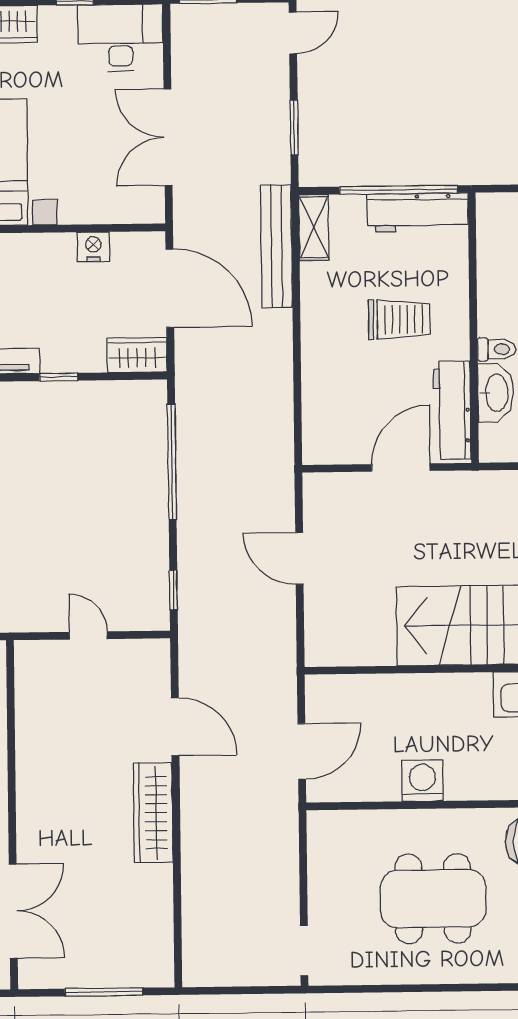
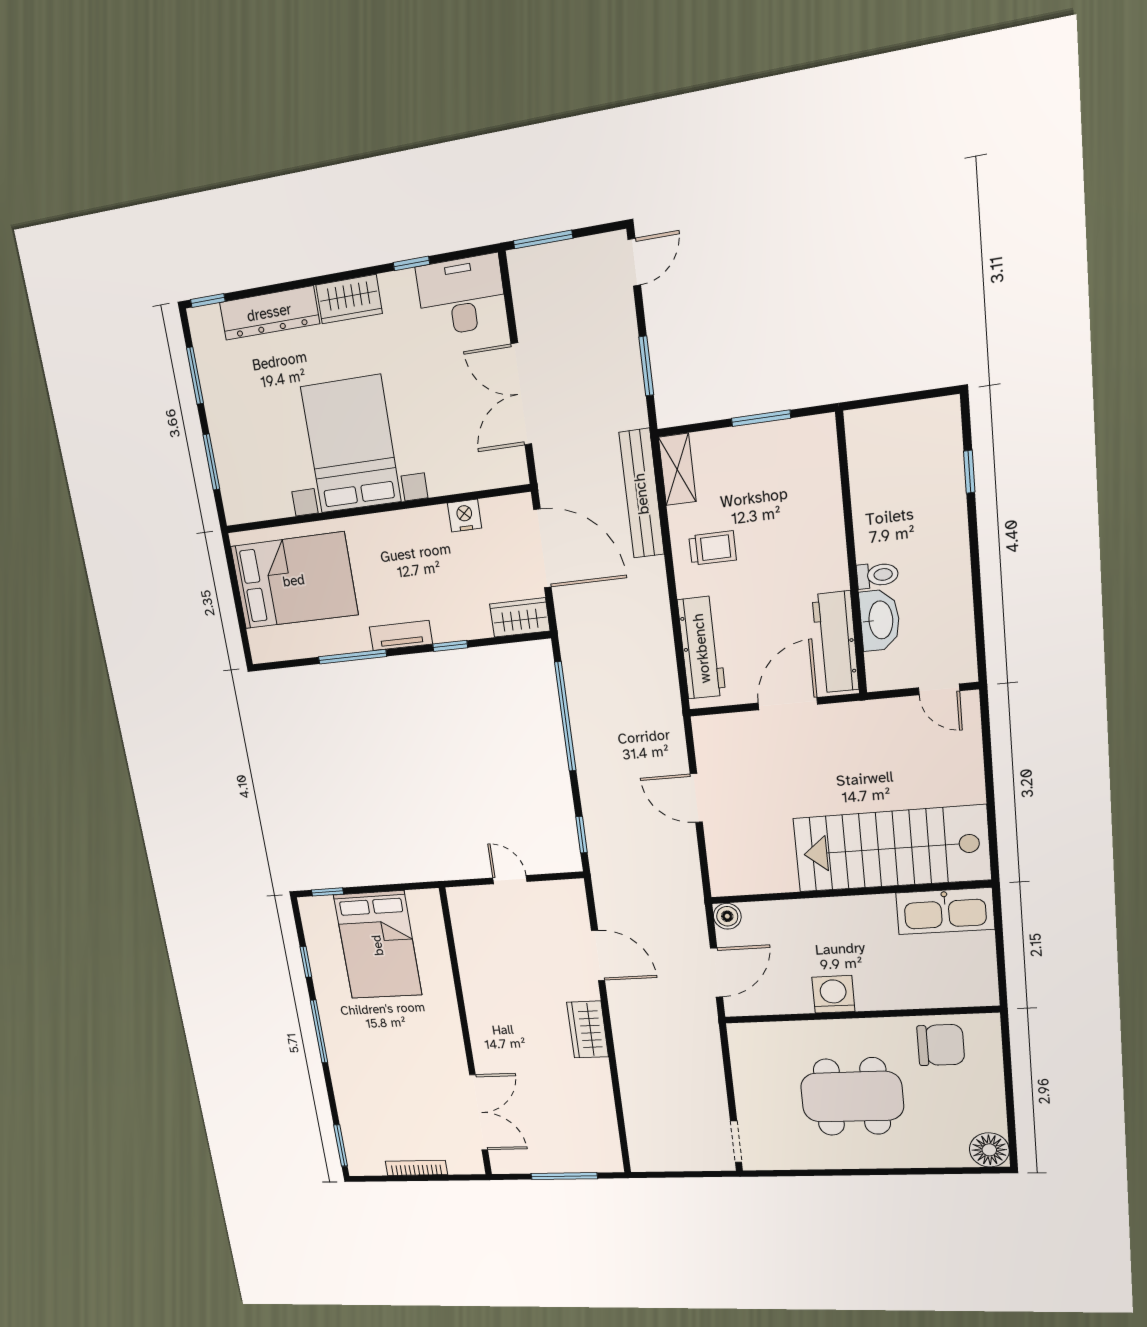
window: (399, 190) -> (761, 418), width x0.47
workbench: (418, 212) -> (702, 648), moved, turned -90
trolley: (399, 319) -> (713, 548), moved, width x0.73, depth x0.72
boiler: (319, 689) -> (727, 916), added
wardrobe: (153, 813) -> (588, 1030), width x0.67

